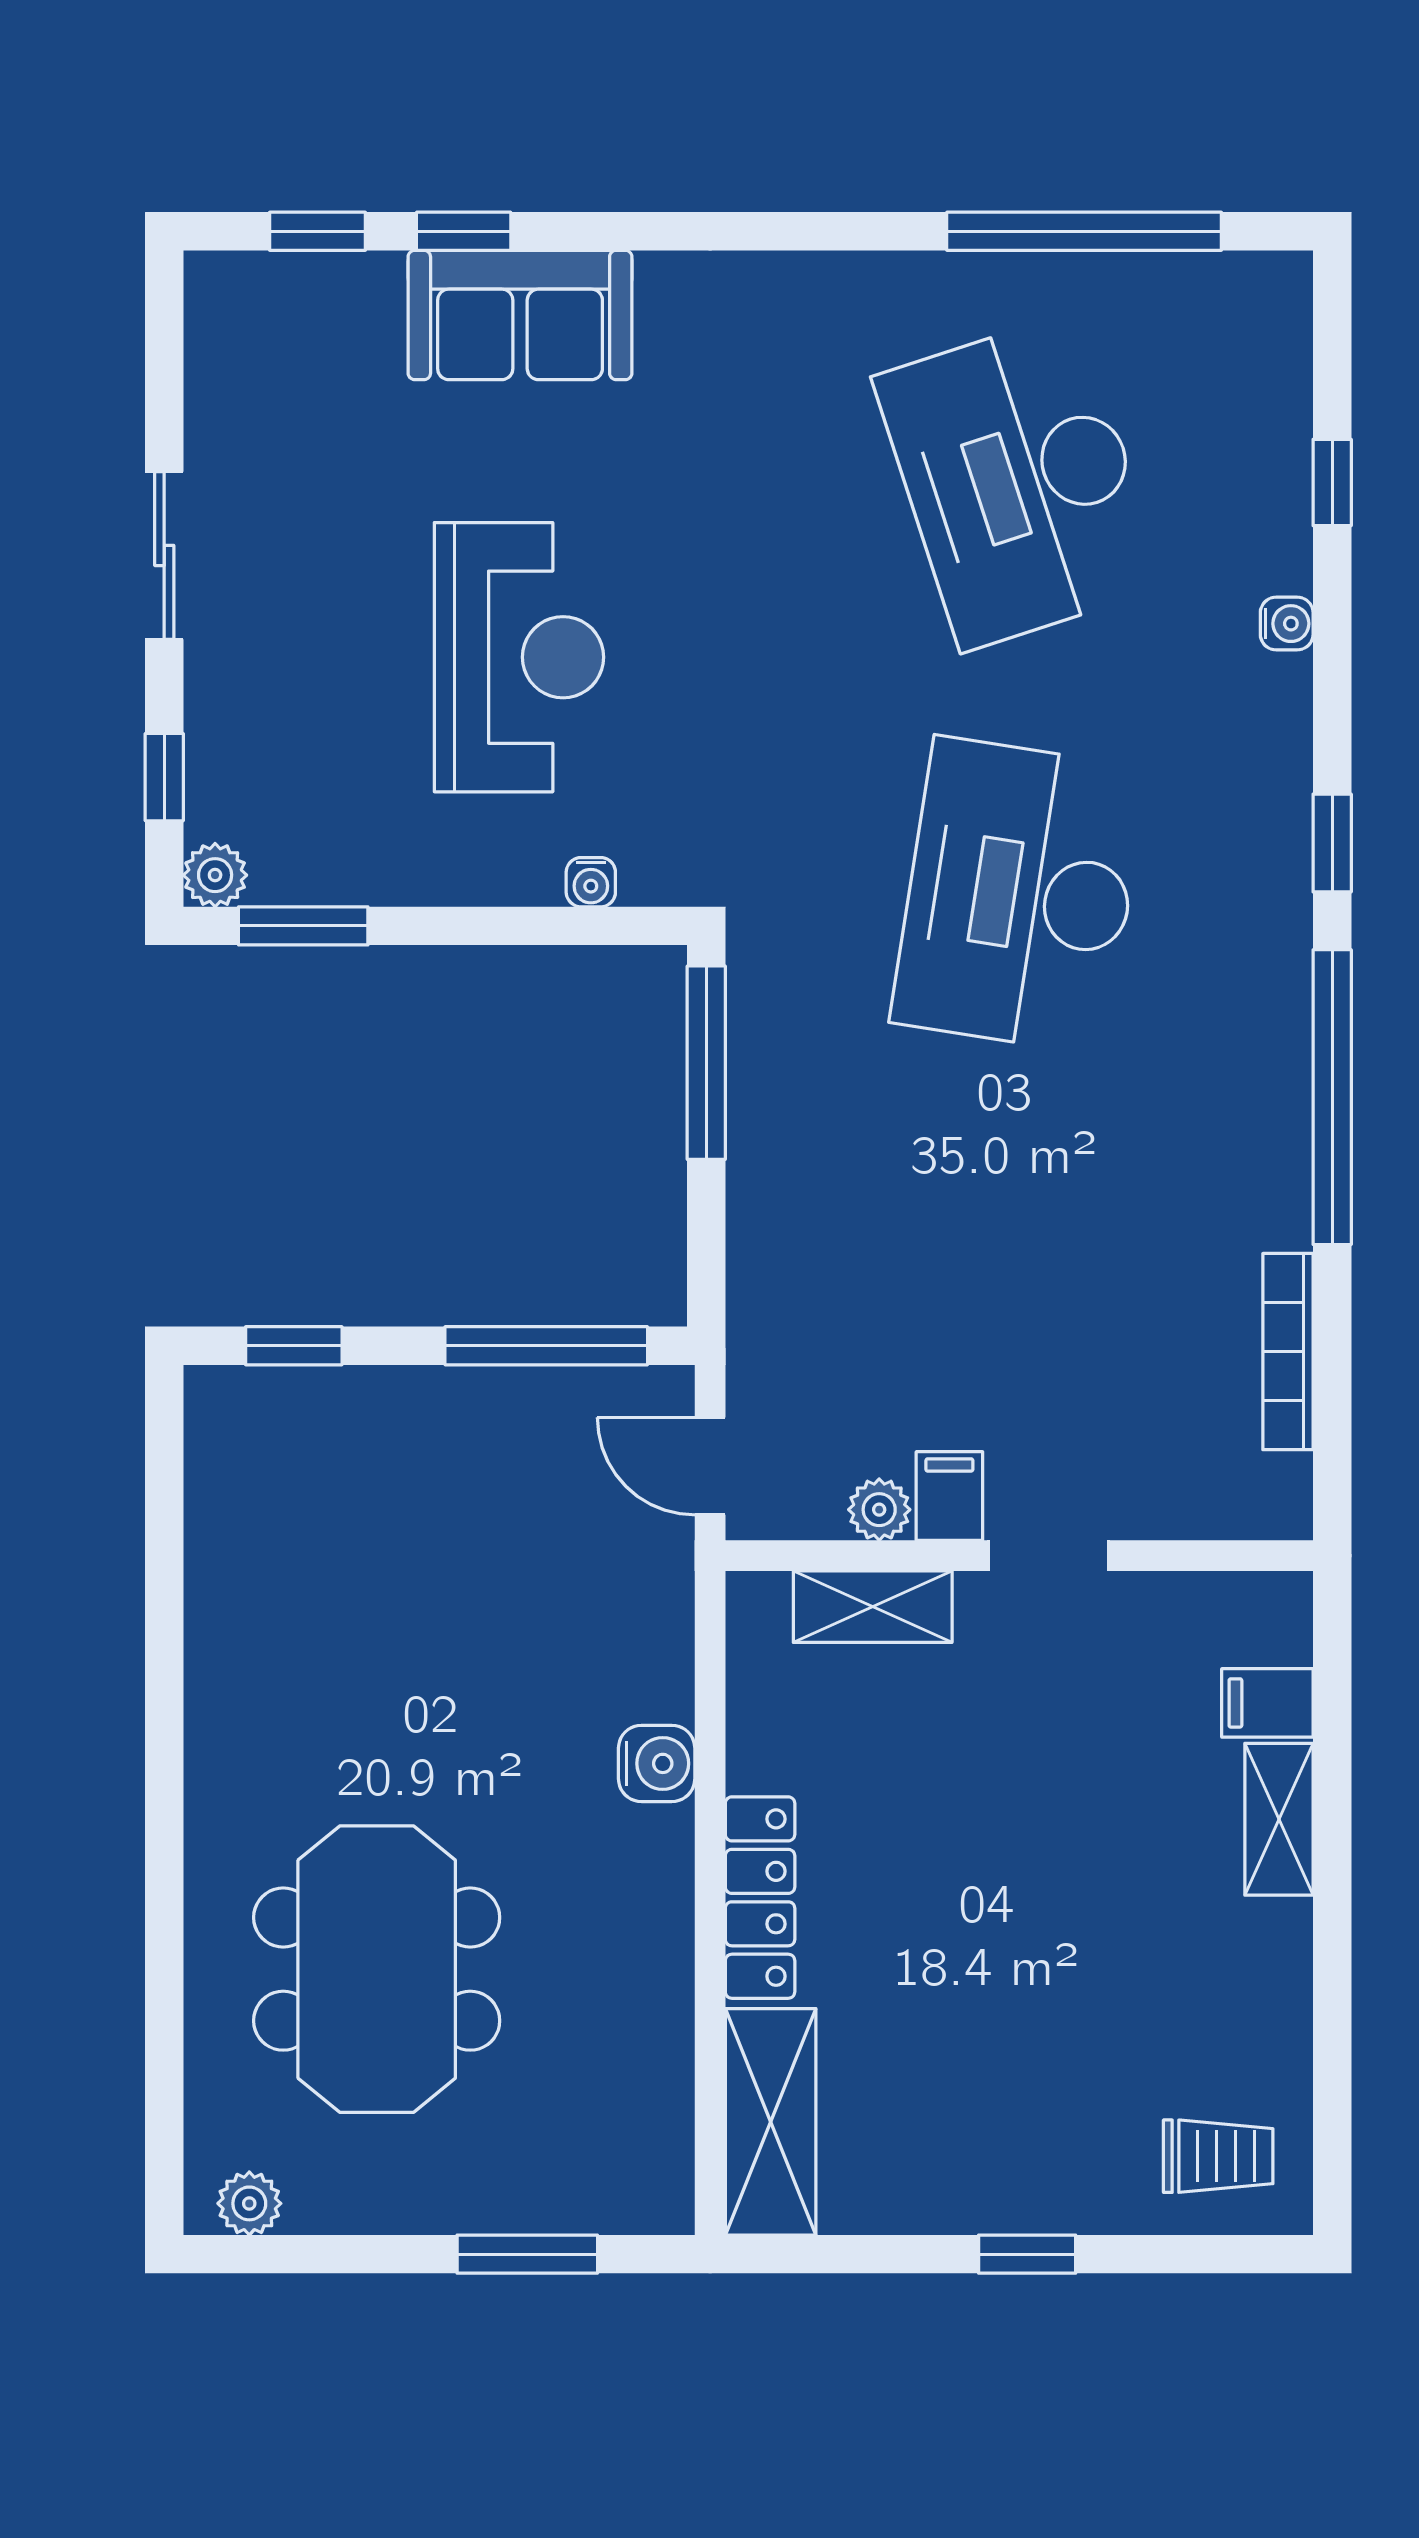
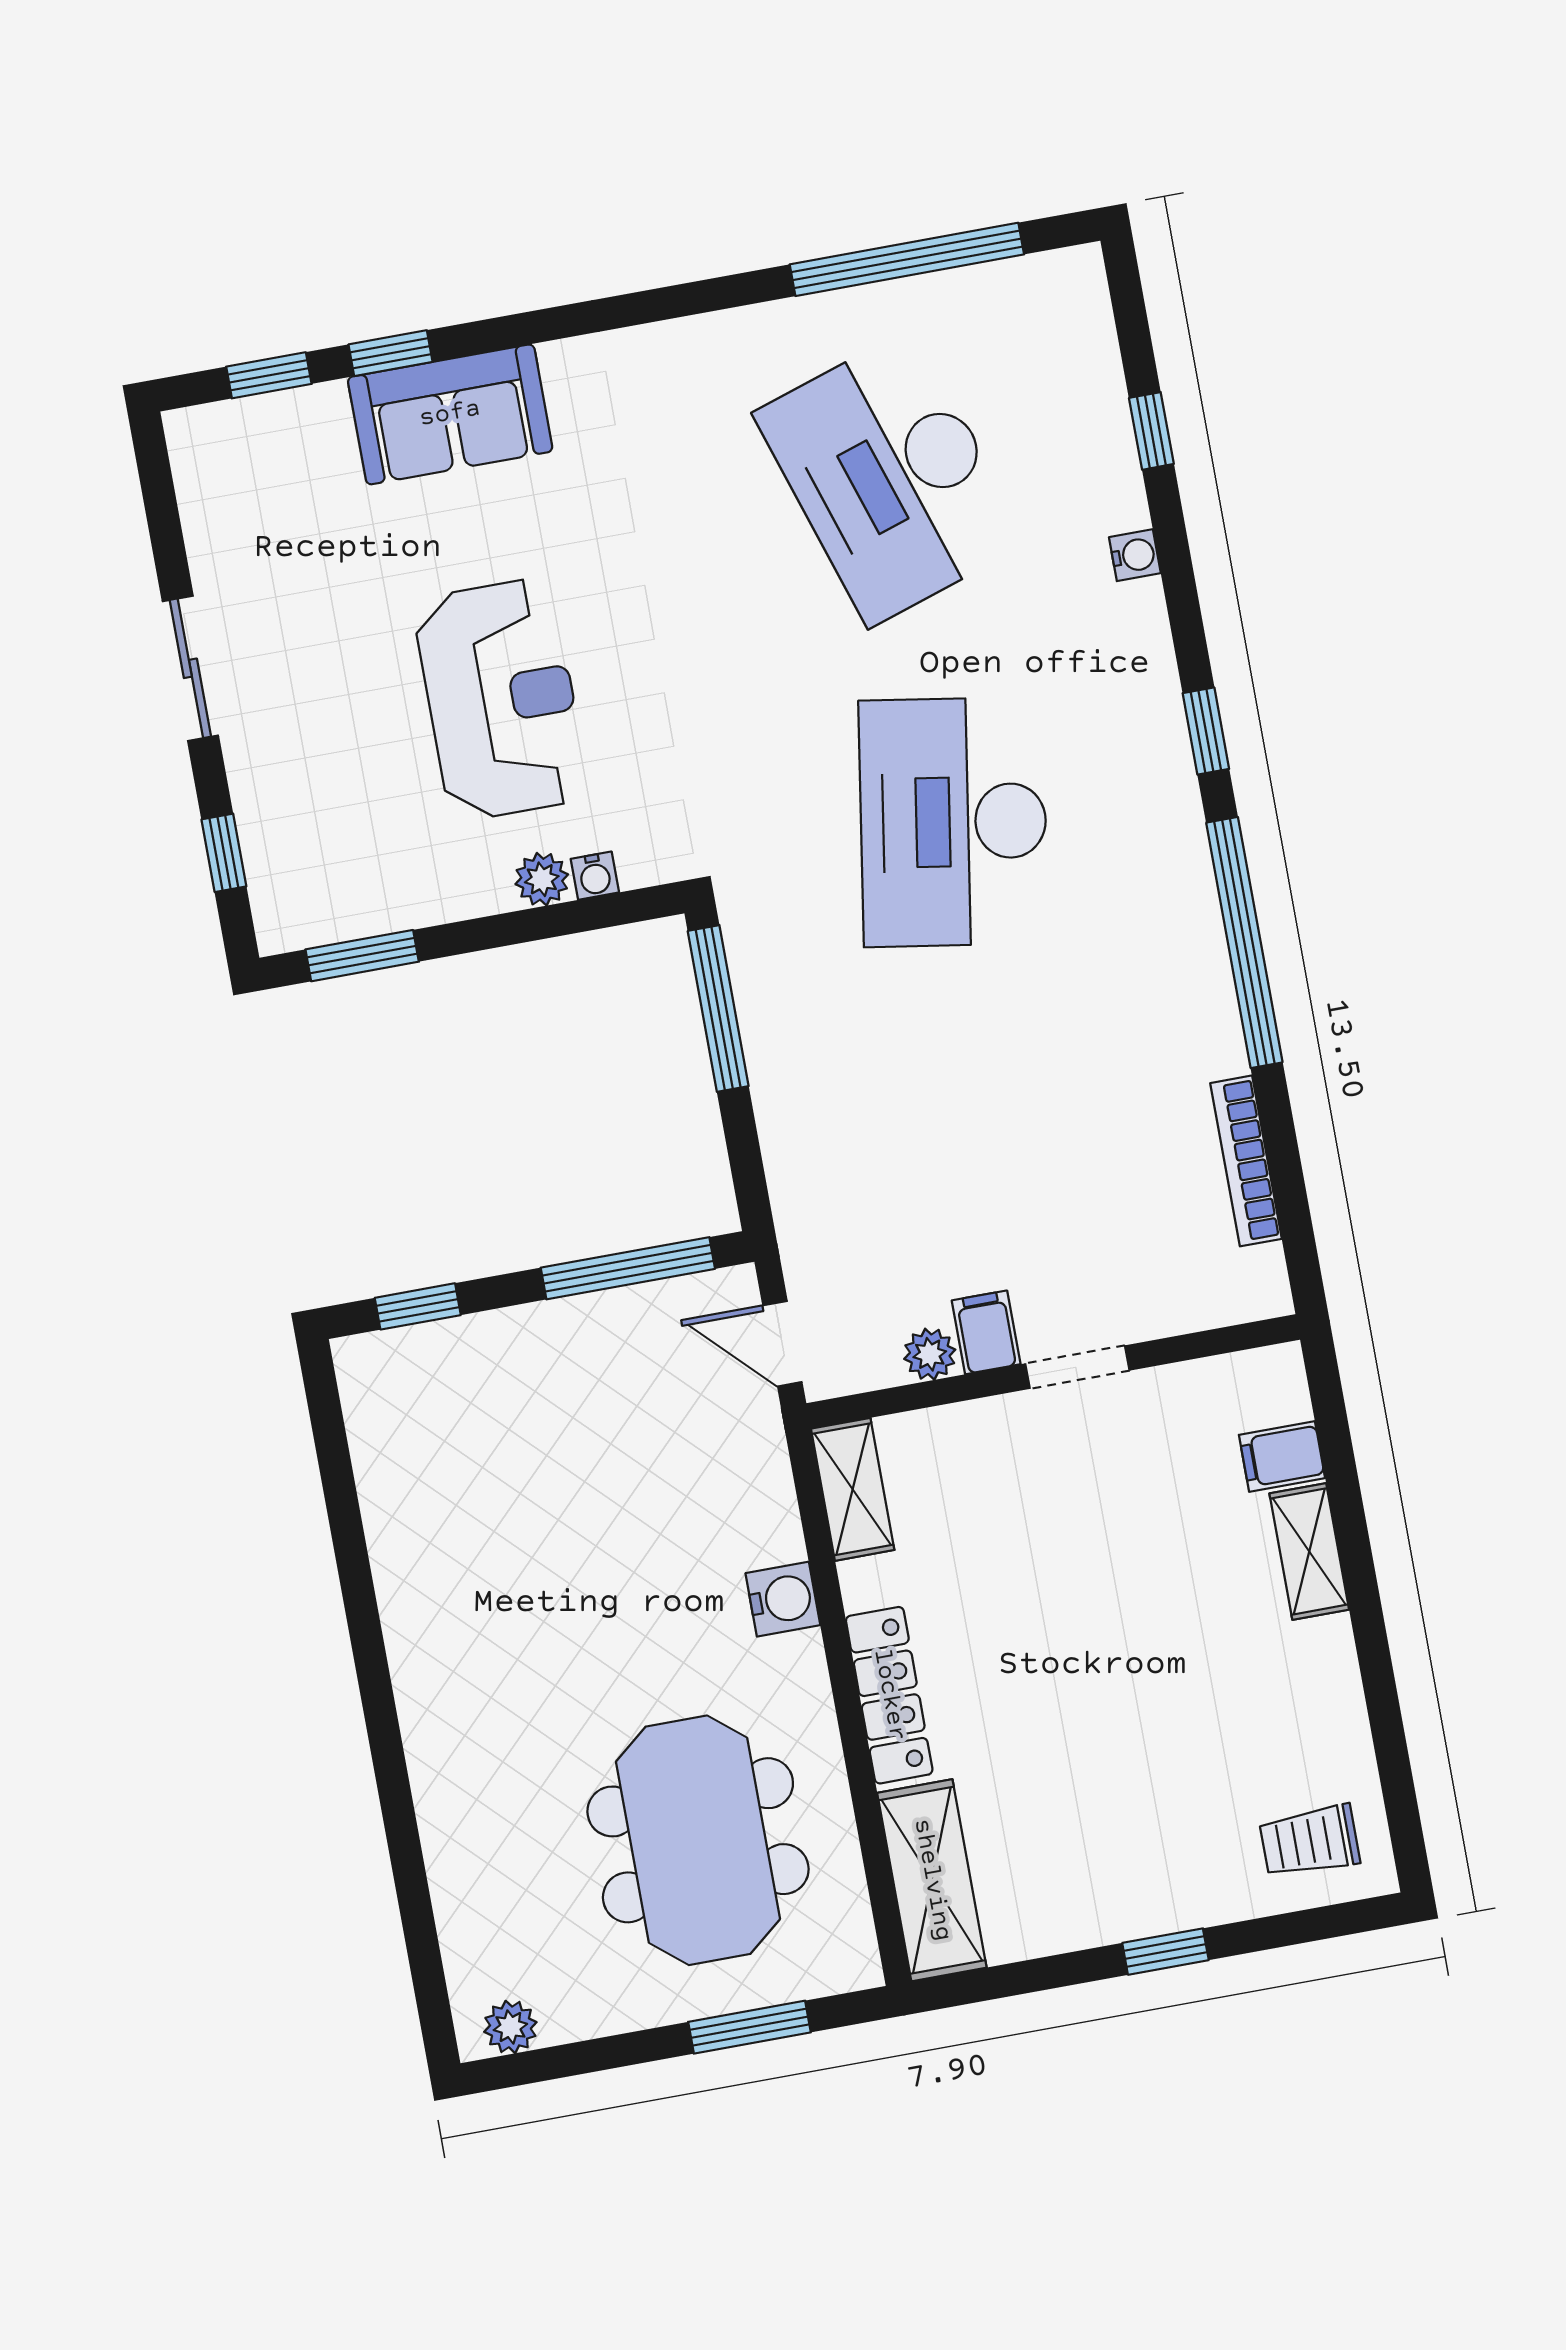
plant: (215, 875) -> (542, 879), moved
shelving: (873, 1607) -> (853, 1489), moved, turned 90
meeting table: (377, 1969) -> (698, 1840), moved
trolley: (1218, 2156) -> (1310, 1841), turned 180

